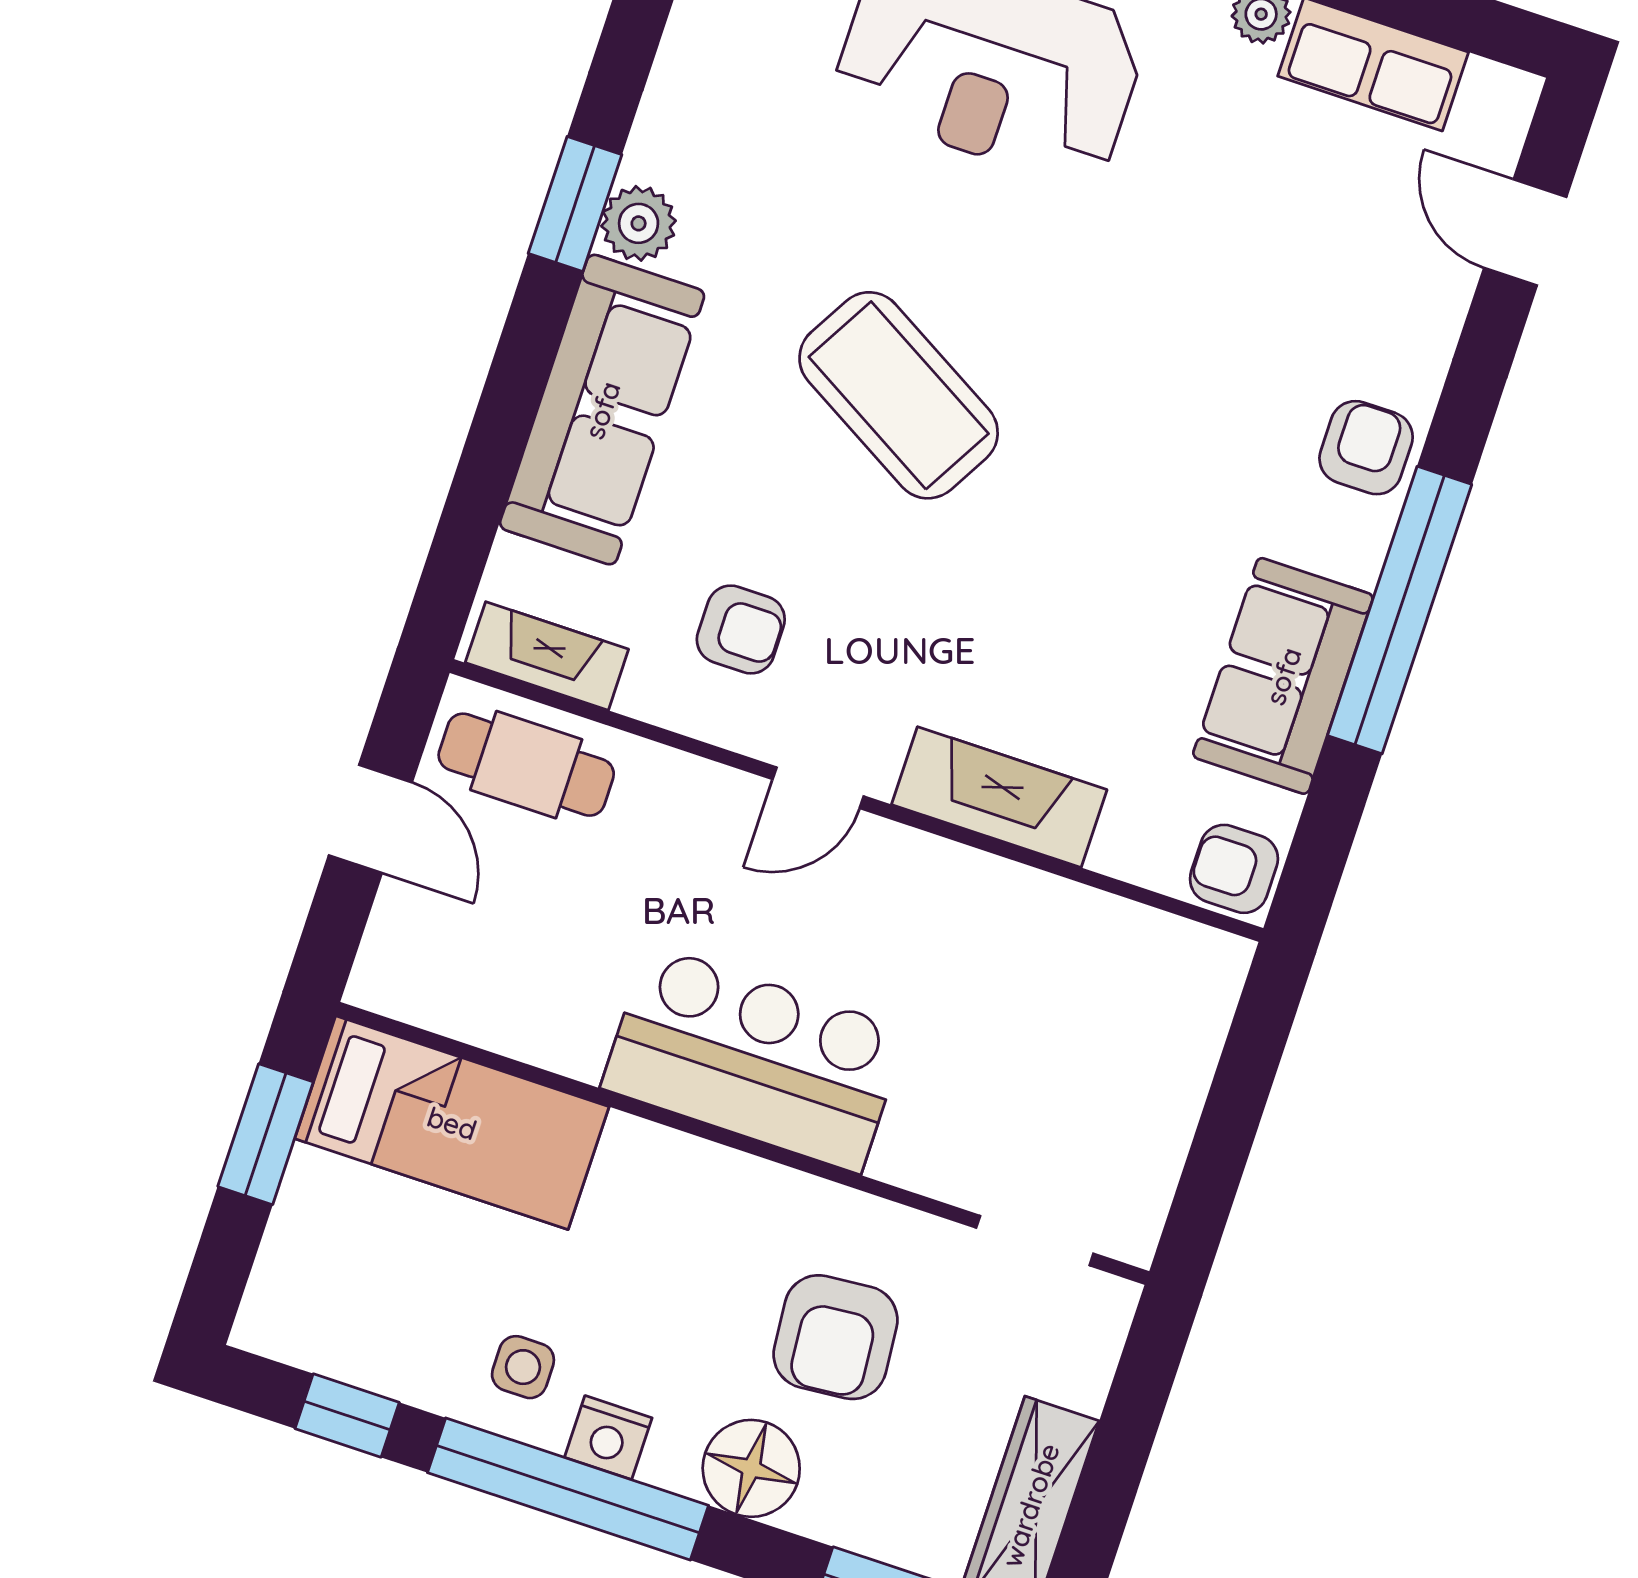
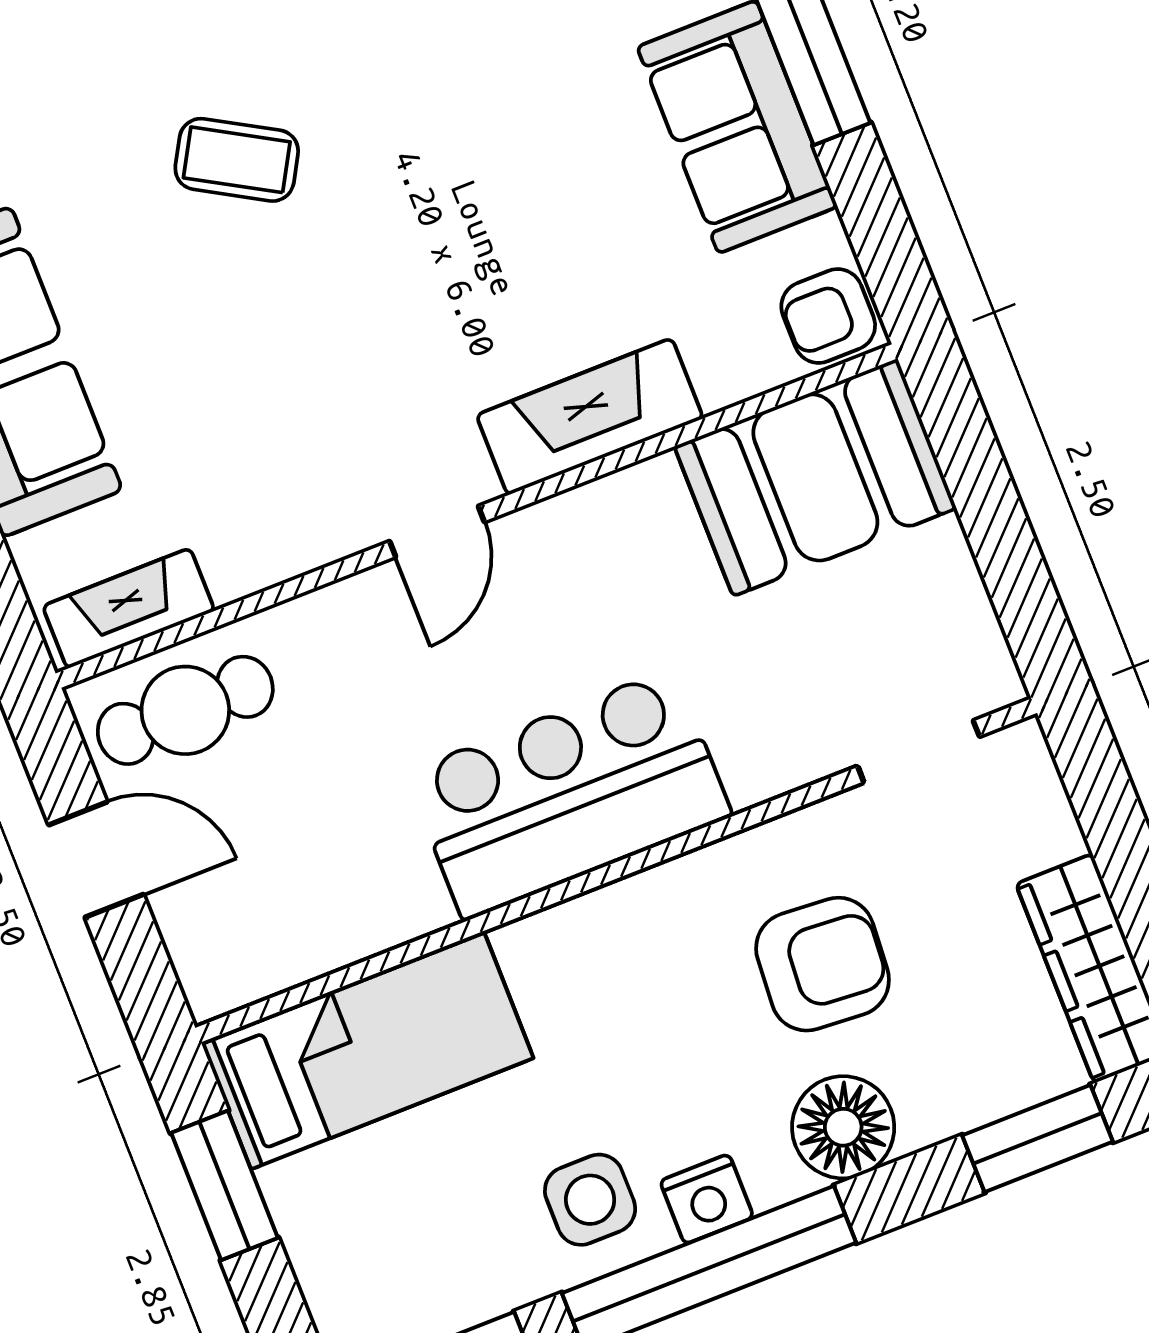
coffee table: (899, 395) -> (237, 160), width x0.54, depth x0.58
armchair: (741, 629) -> (267, 456), removed
booth: (1126, 979) -> (815, 477), added
armchair: (835, 1337) -> (823, 964), turned -81
side table: (523, 1367) -> (590, 1200), width x1.37, depth x1.37

